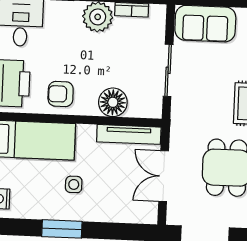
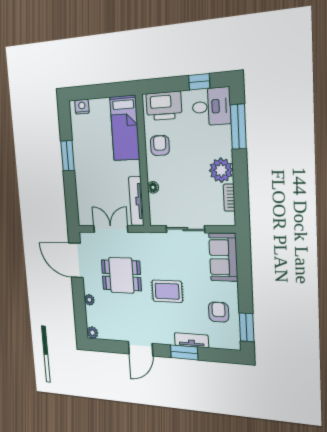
floor lamp: (113, 102) -> (153, 187), width x0.53, depth x0.53
side table: (74, 184) -> (98, 162), removed

